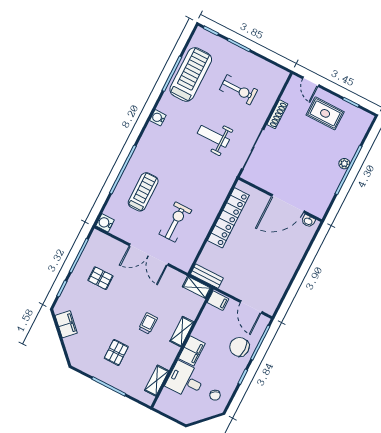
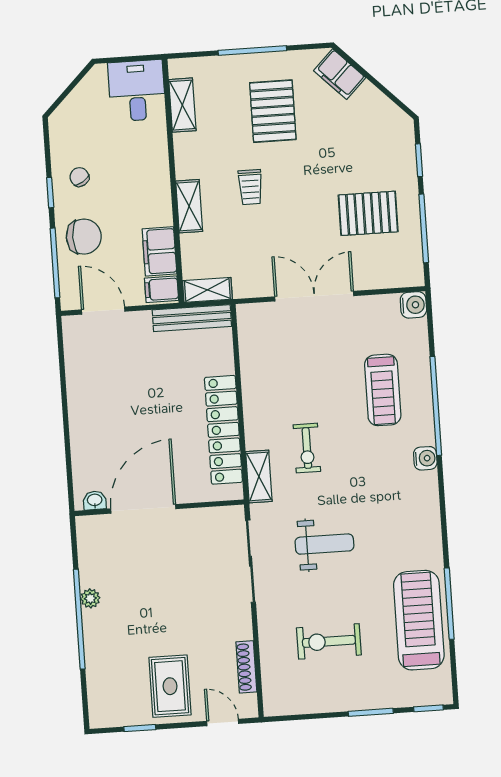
treadmill: (191, 74) -> (419, 620), turned 180
rug: (325, 113) -> (170, 686), turned 90
shoe rack: (277, 114) -> (246, 667), moved
water cooler: (158, 118) -> (425, 458), moved
plant: (344, 164) -> (90, 598), moved
shelving: (225, 186) -> (259, 476), added
exercise bike: (175, 222) -> (307, 448), moved, width x0.73, depth x0.72
bench: (207, 276) -> (192, 318), width x1.36
pallet: (100, 278) -> (368, 213), width x1.50, depth x1.42
filing cabinet: (66, 324) -> (340, 74), moved
filing cabinet: (192, 351) -> (159, 251), moved
pallet: (116, 352) -> (273, 111), width x1.50, depth x1.42
desk: (185, 380) -> (137, 91), moved, turned -90
chair: (215, 395) -> (79, 177), moved

